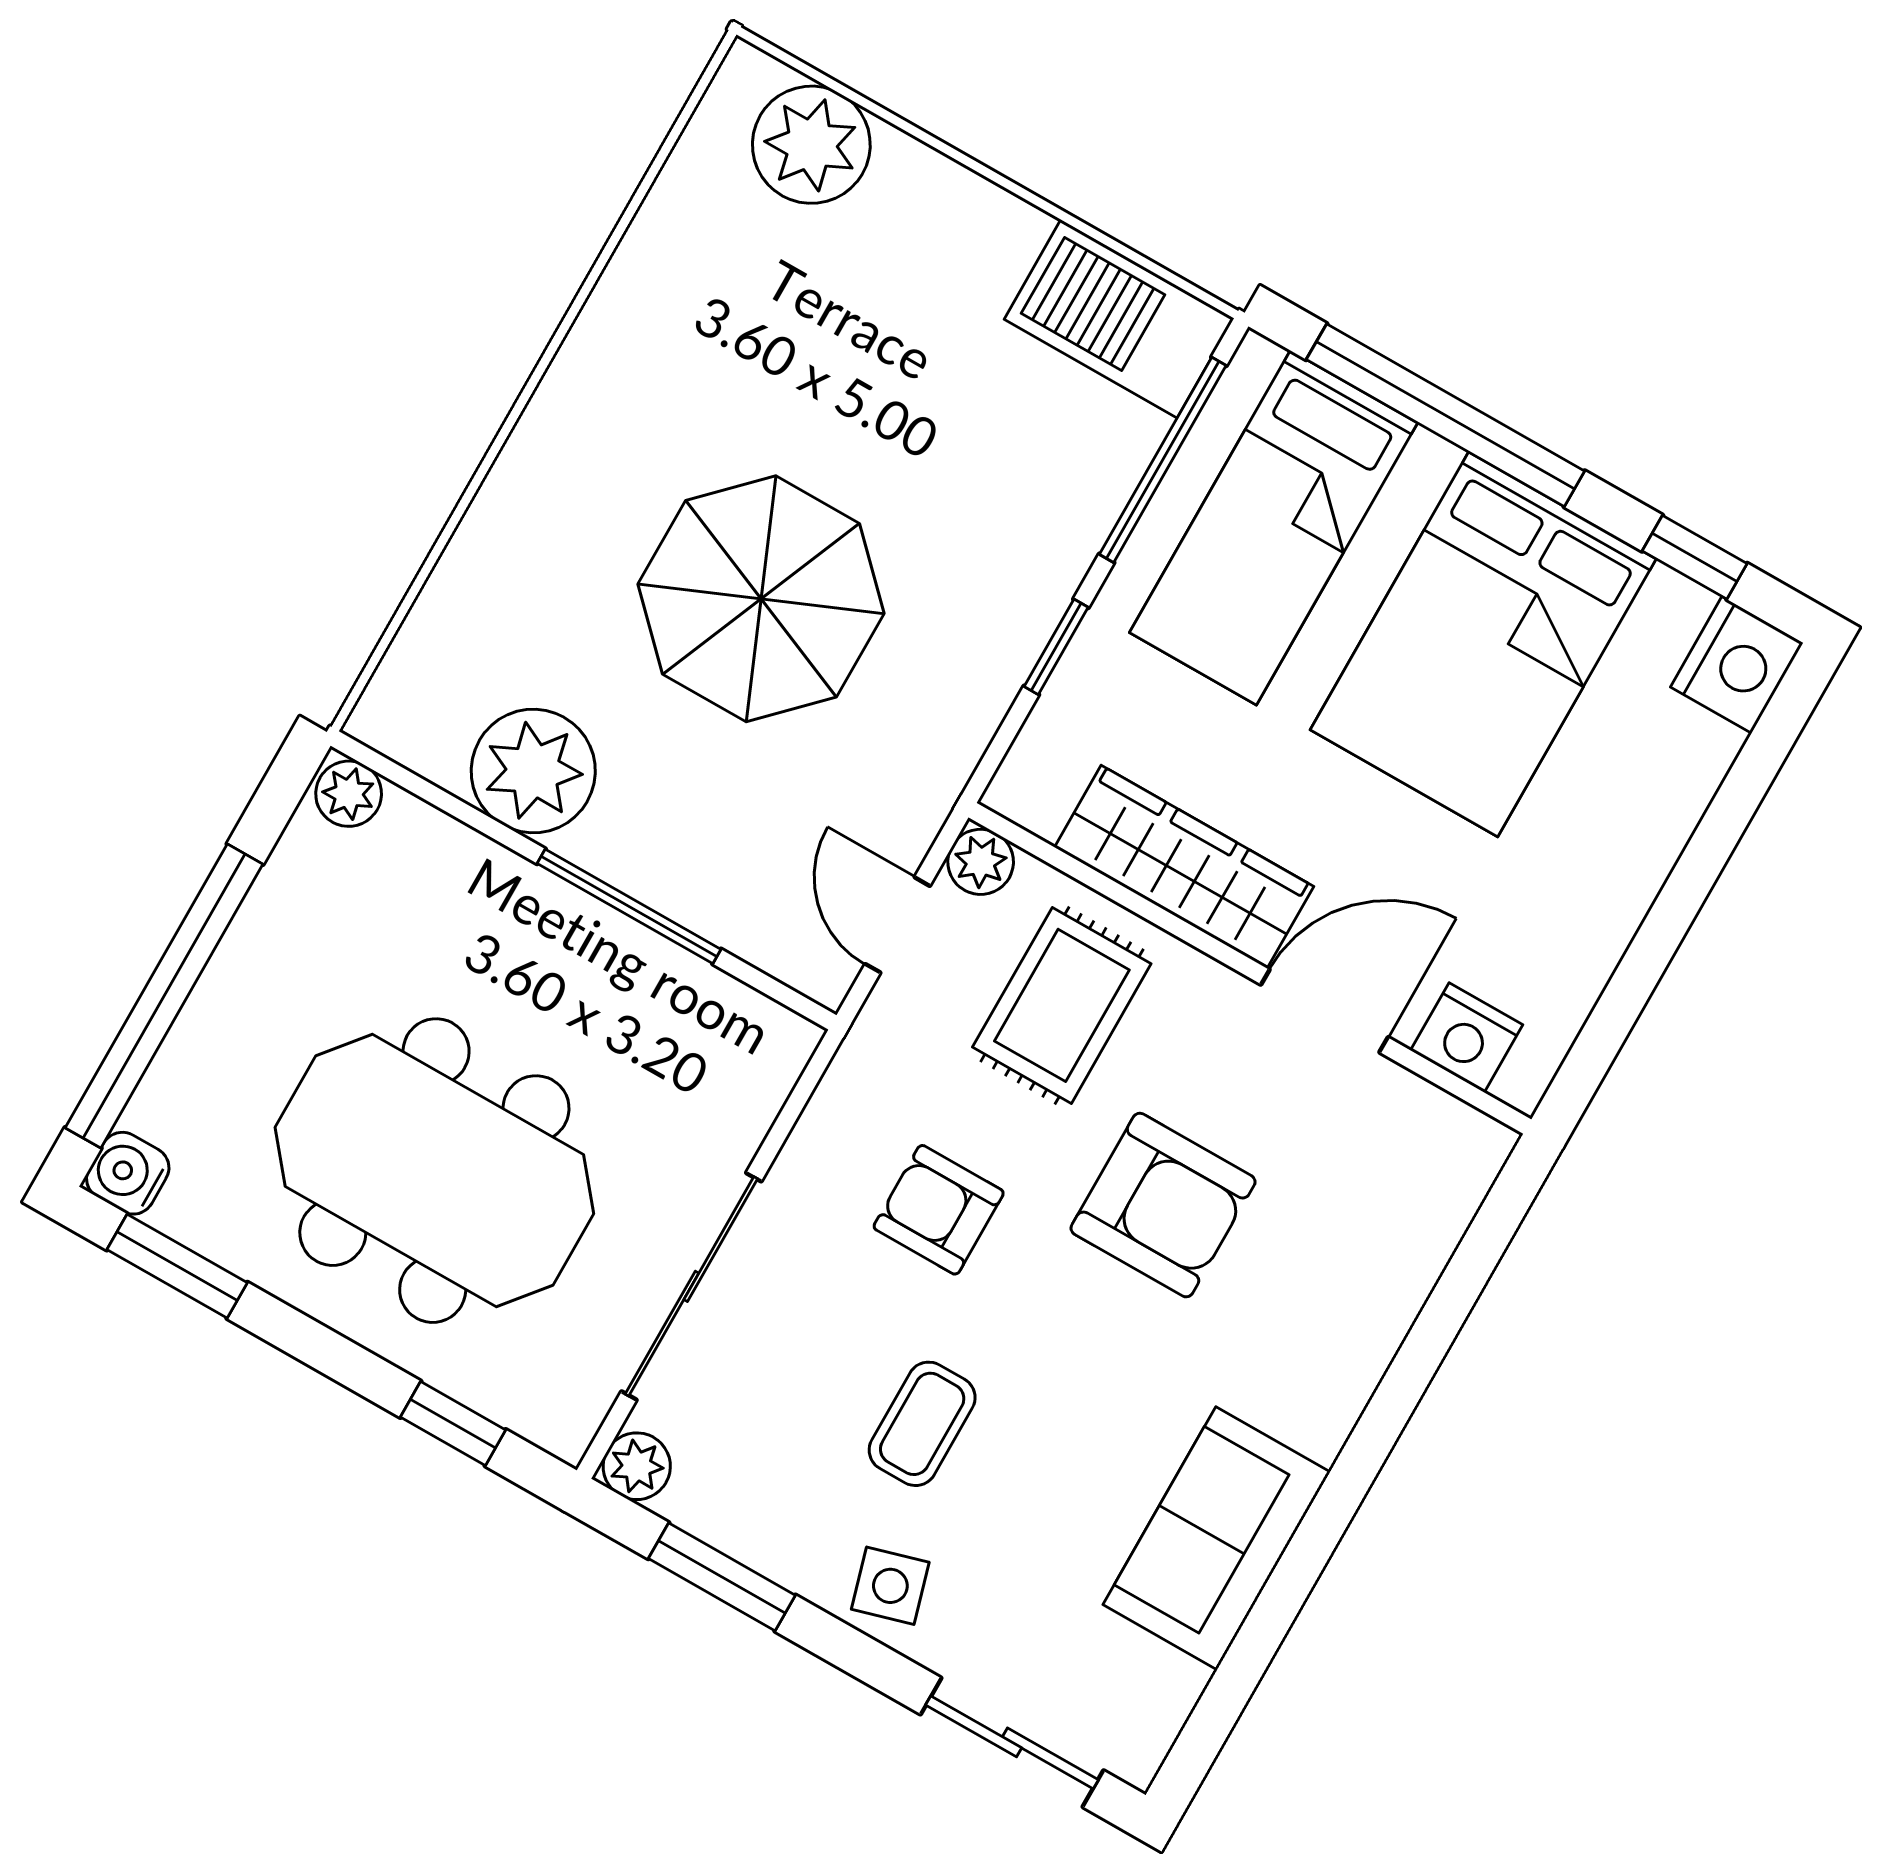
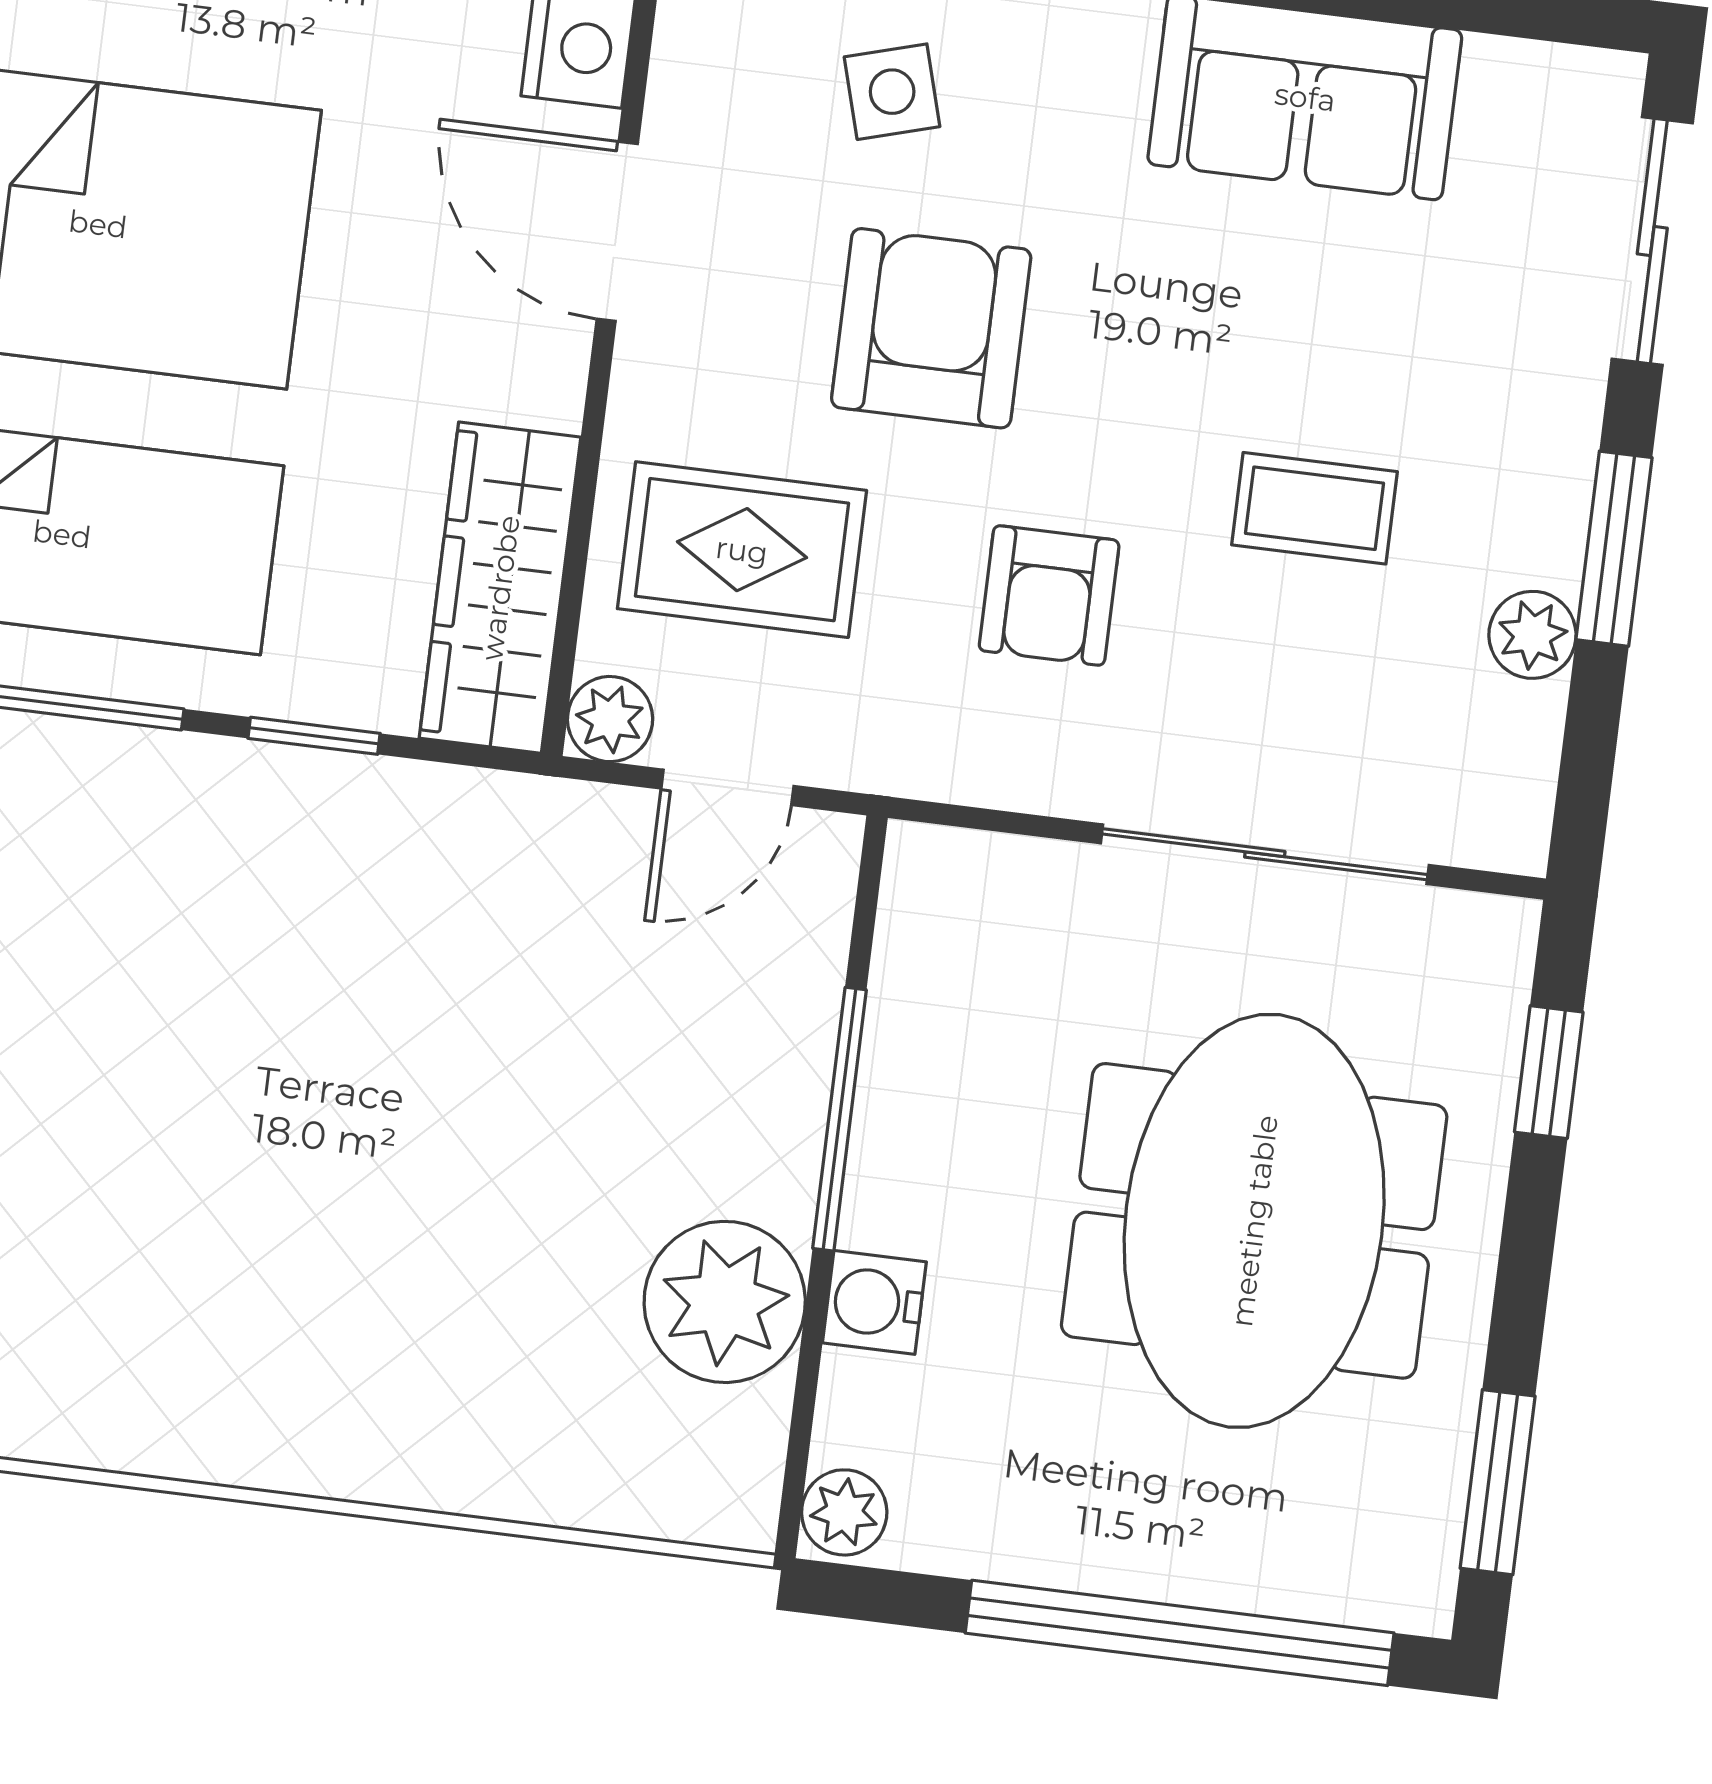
parasol: (761, 599) -> (404, 1114), removed
wardrobe: (1184, 867) -> (500, 588), moved
water cooler: (128, 1173) -> (874, 1302), moved, turned 90
plant: (637, 1466) -> (1532, 635), moved
window: (722, 1577) -> (1614, 549), moved
side table: (890, 1586) -> (892, 92), moved

